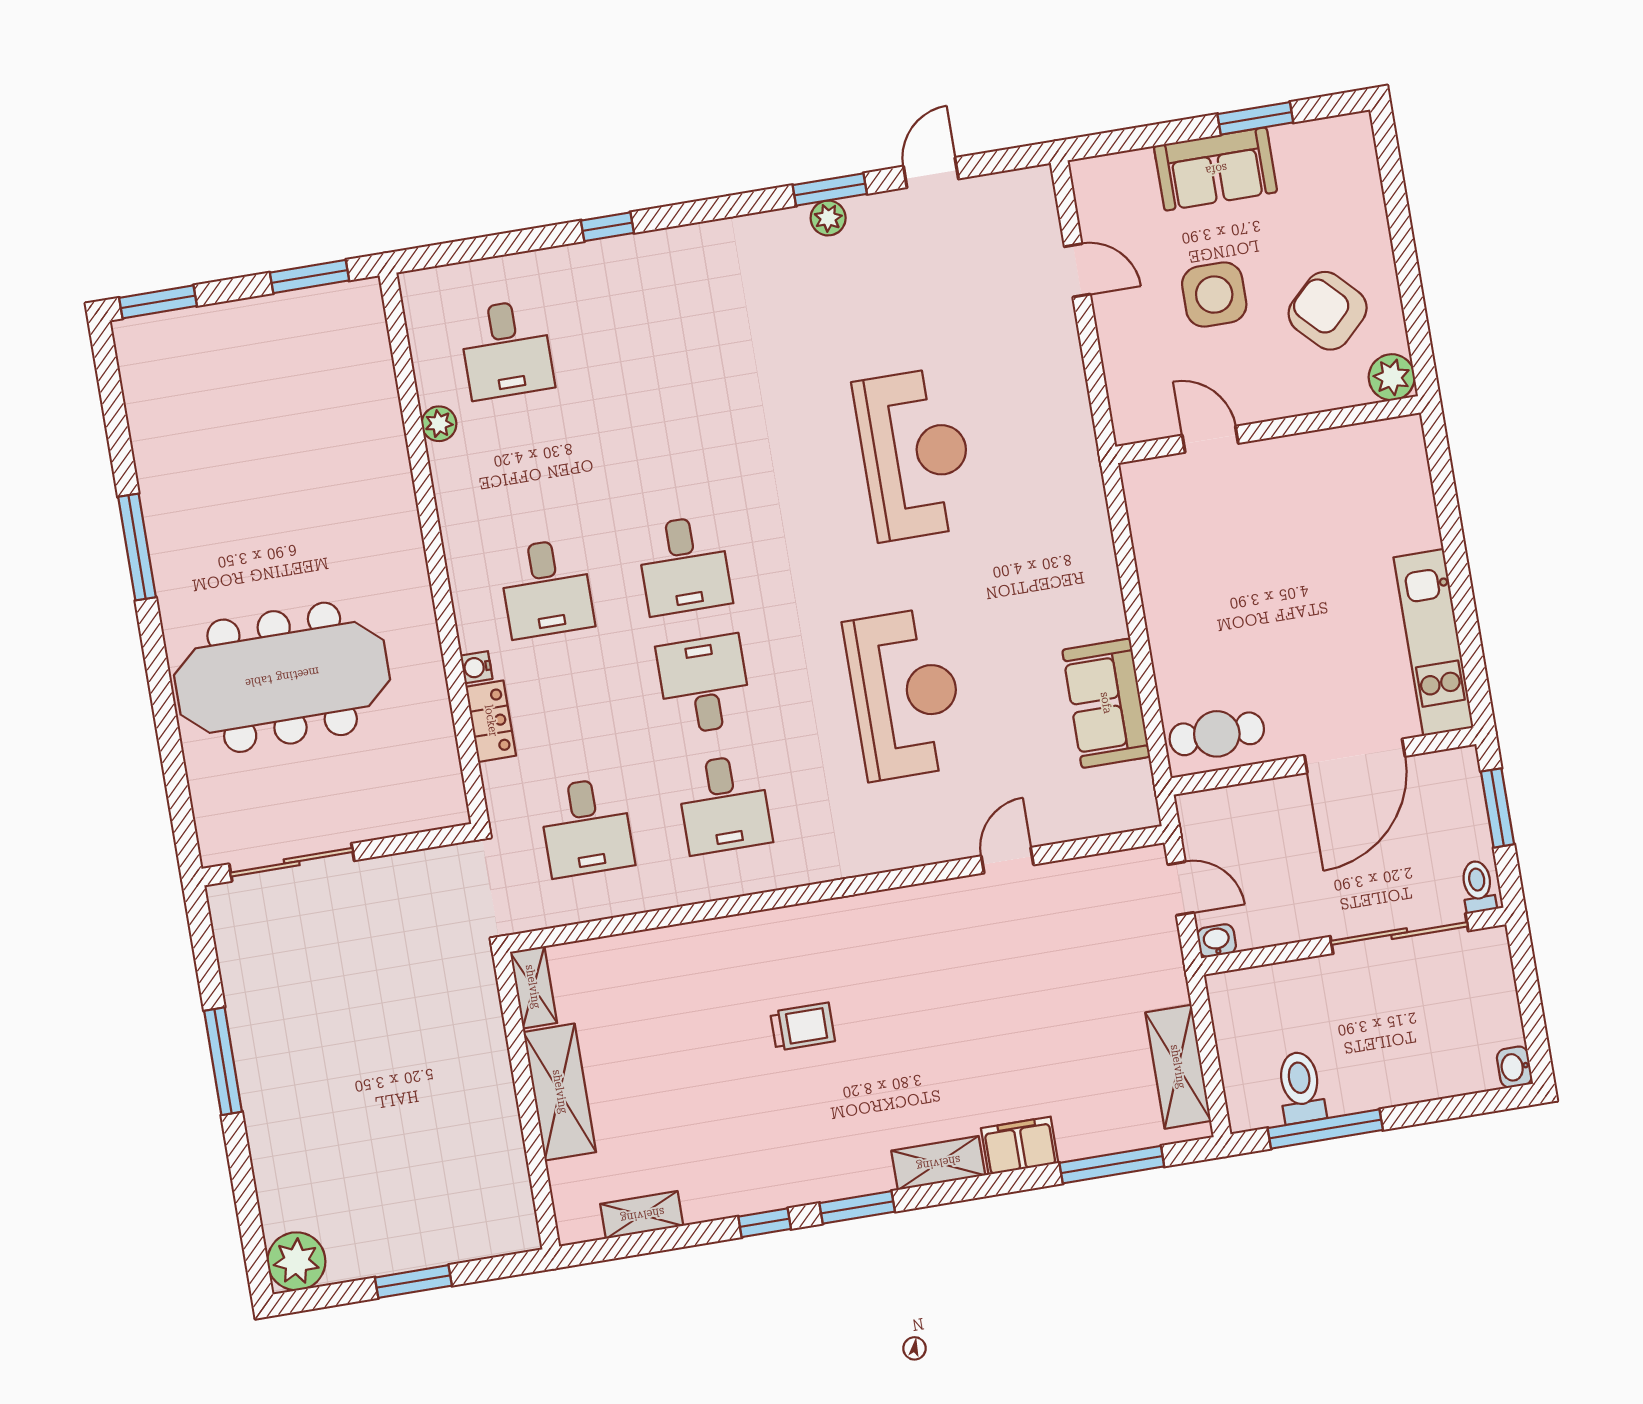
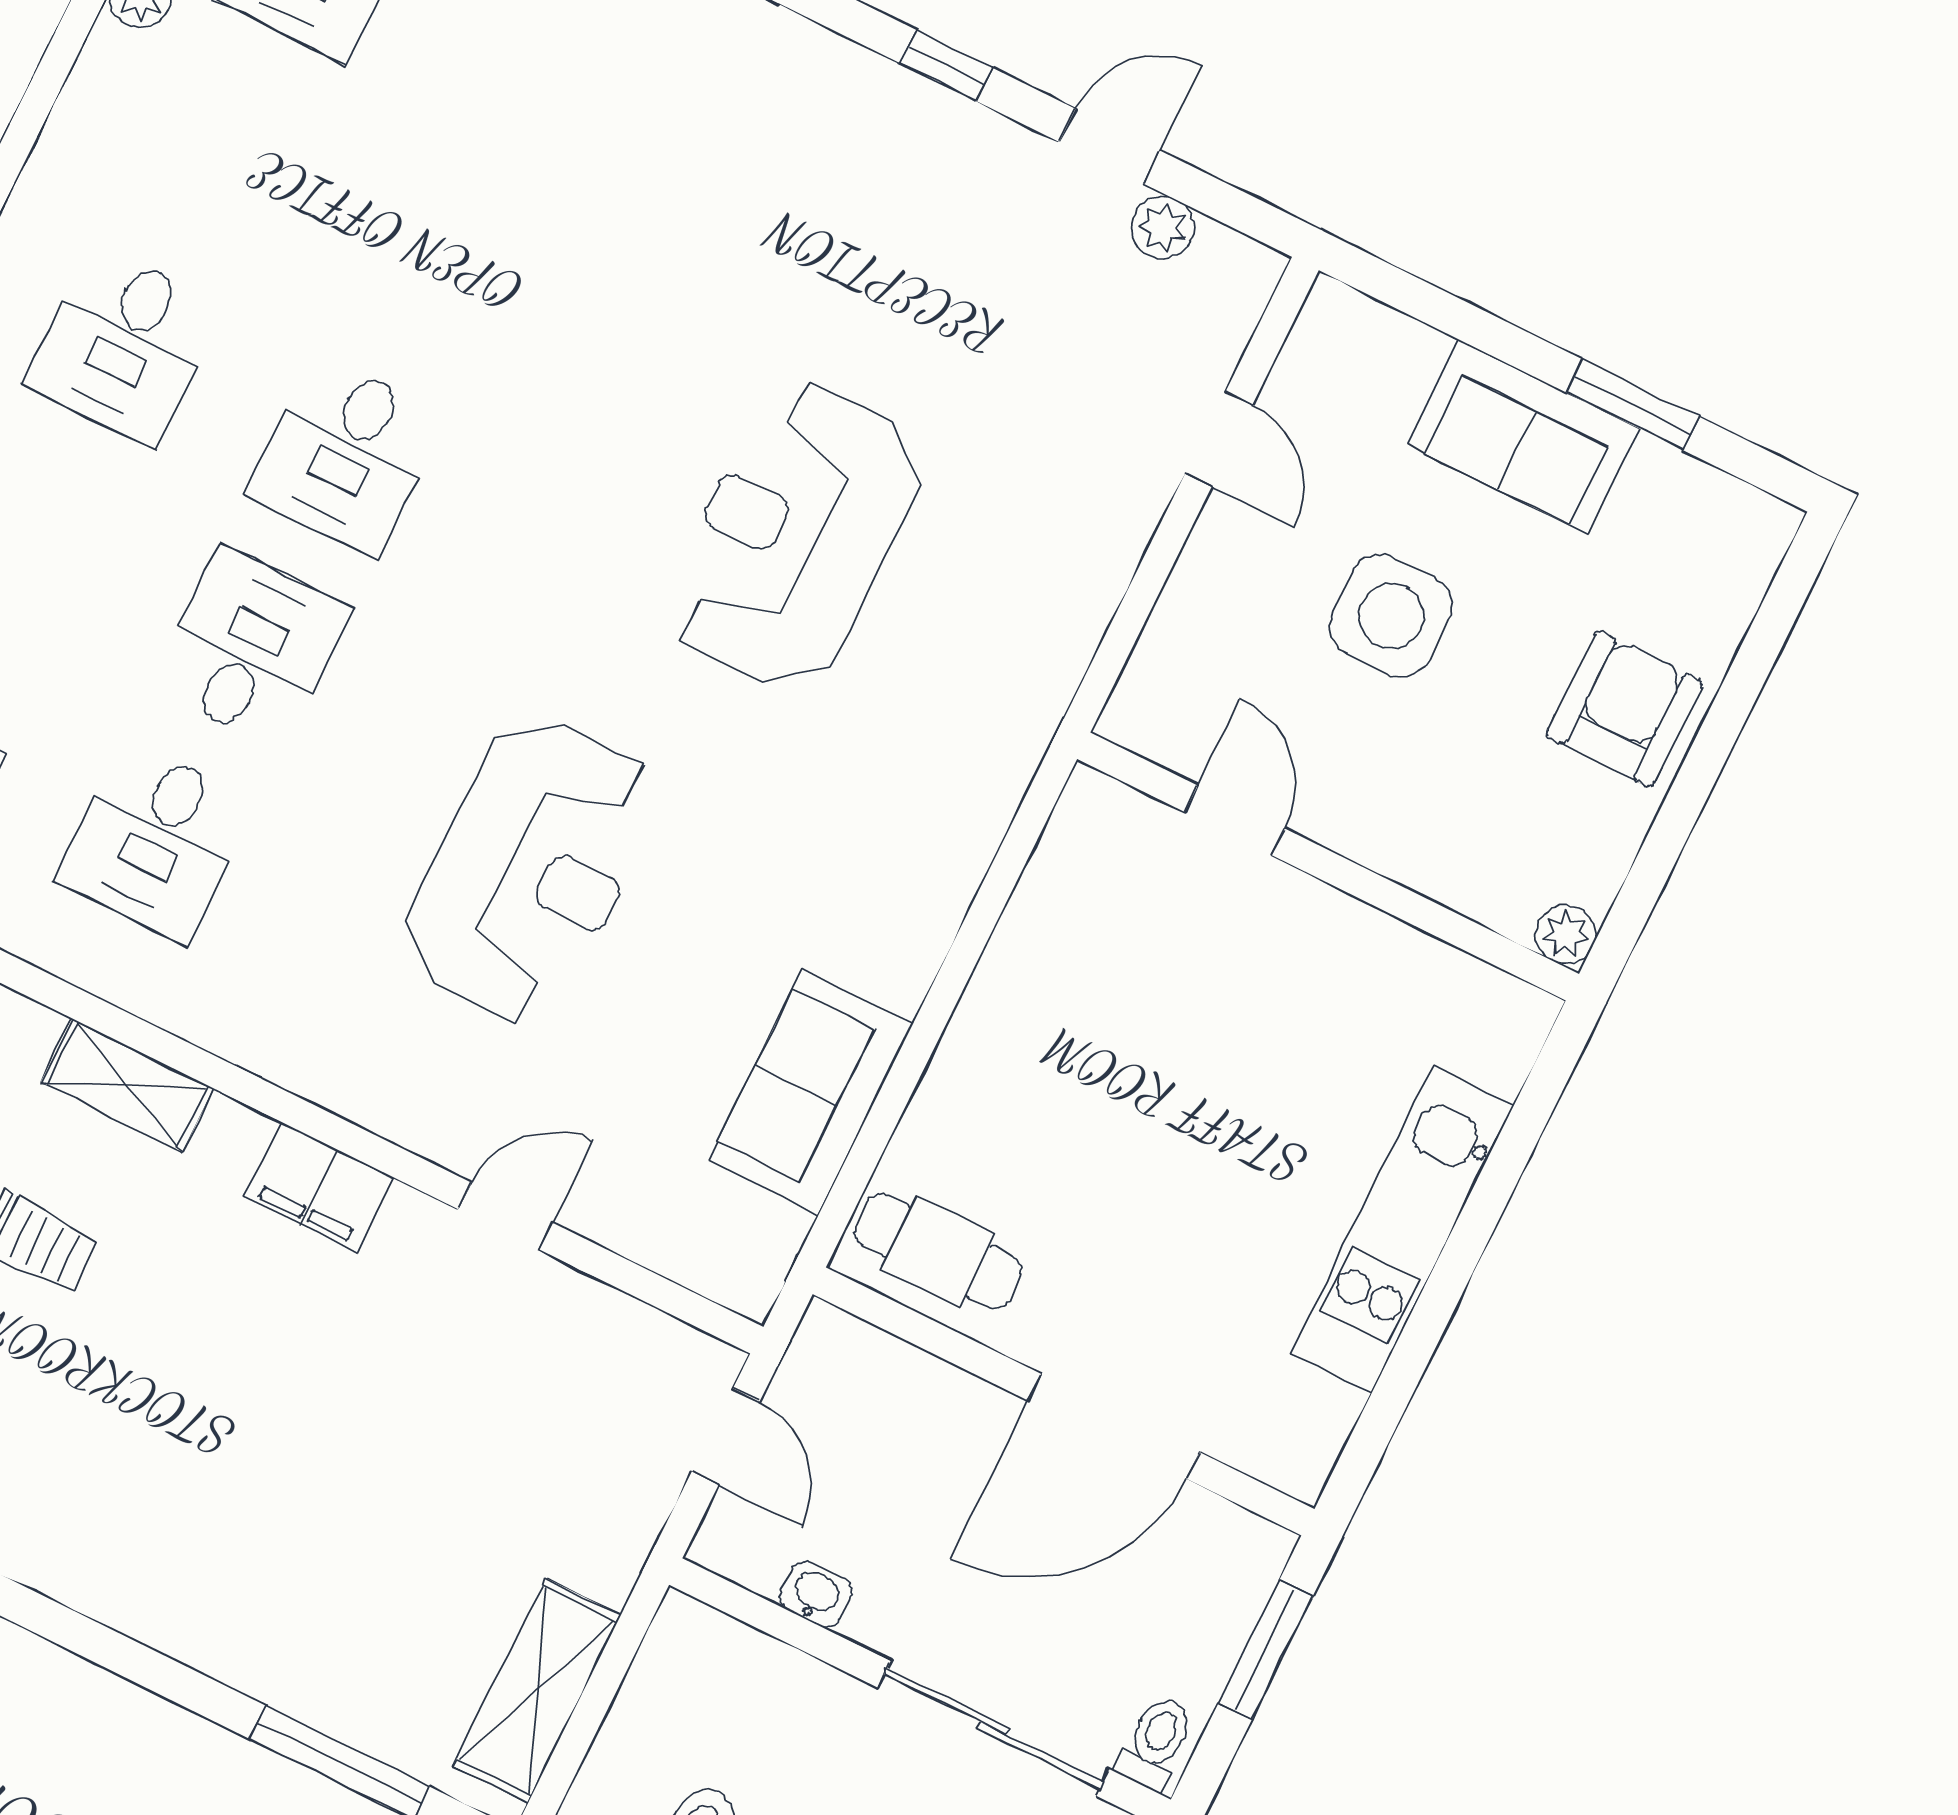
window: (830, 189) -> (946, 65), width x0.67
plant: (828, 218) -> (1163, 228), moved
armchair: (1328, 311) -> (1624, 709), moved, turned 44
plant: (1392, 377) -> (1566, 934), width x0.73, depth x0.73
reception desk: (915, 454) -> (794, 535), turned 180
kitchen unit: (1433, 642) -> (1402, 1229), moved
washbasin: (1217, 941) -> (816, 1595), moved
filing cabinet: (1020, 1146) -> (319, 1187), moved, turned 180
shelving: (938, 1163) -> (127, 1085), moved

